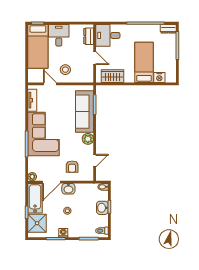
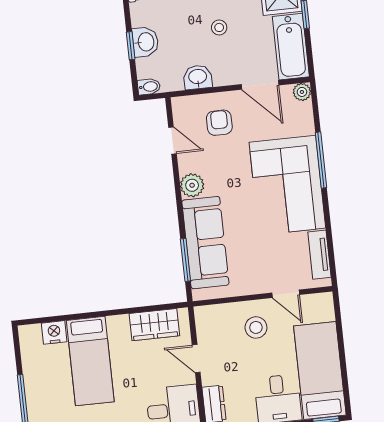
door: (95, 161) -> (172, 141), swing flipped
door: (51, 182) -> (260, 85), swing flipped
washbasin: (68, 189) -> (198, 77), moved

